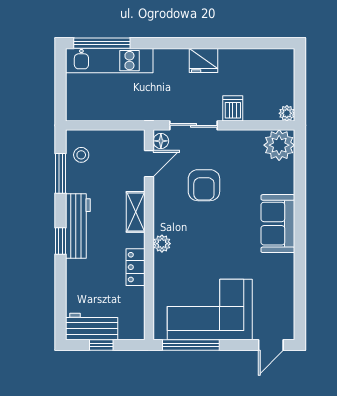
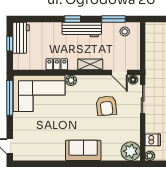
dishwasher: (233, 108) -> (153, 140), moved
armchair: (204, 185) -> (106, 106), turned -95
corner sofa: (210, 309) -> (39, 93), moved, turned 90

